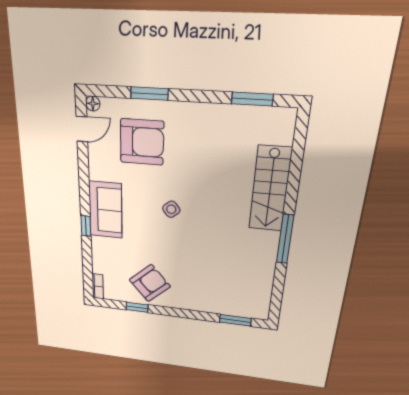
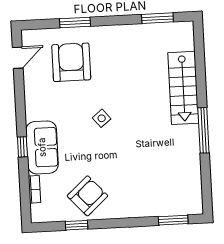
floor lamp: (93, 104) -> (27, 35), removed
armchair: (142, 142) -> (71, 62), turned -90
sofa: (106, 210) -> (42, 147), moved
bookcase: (98, 286) -> (34, 189), moved

